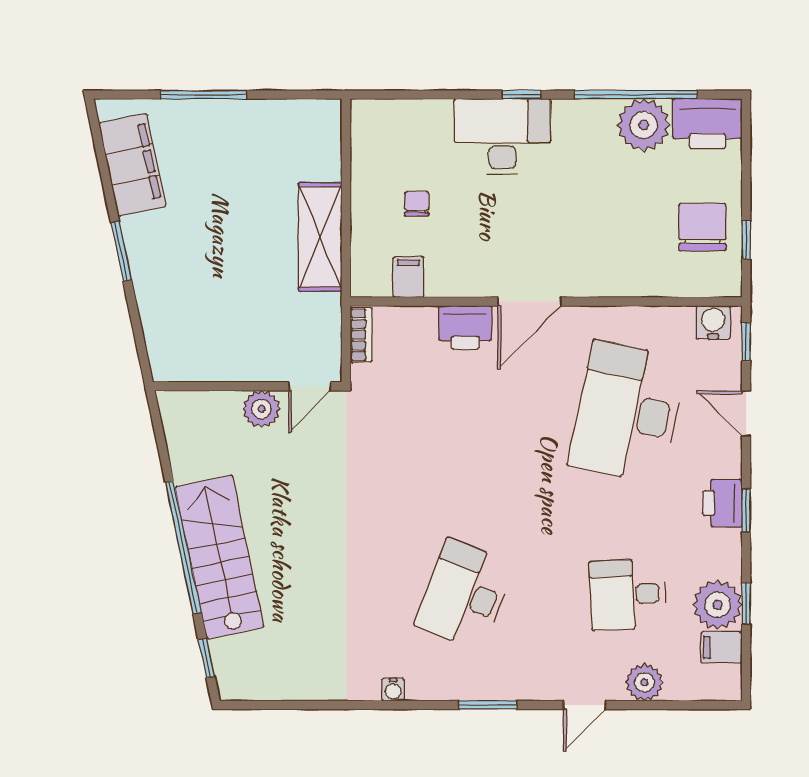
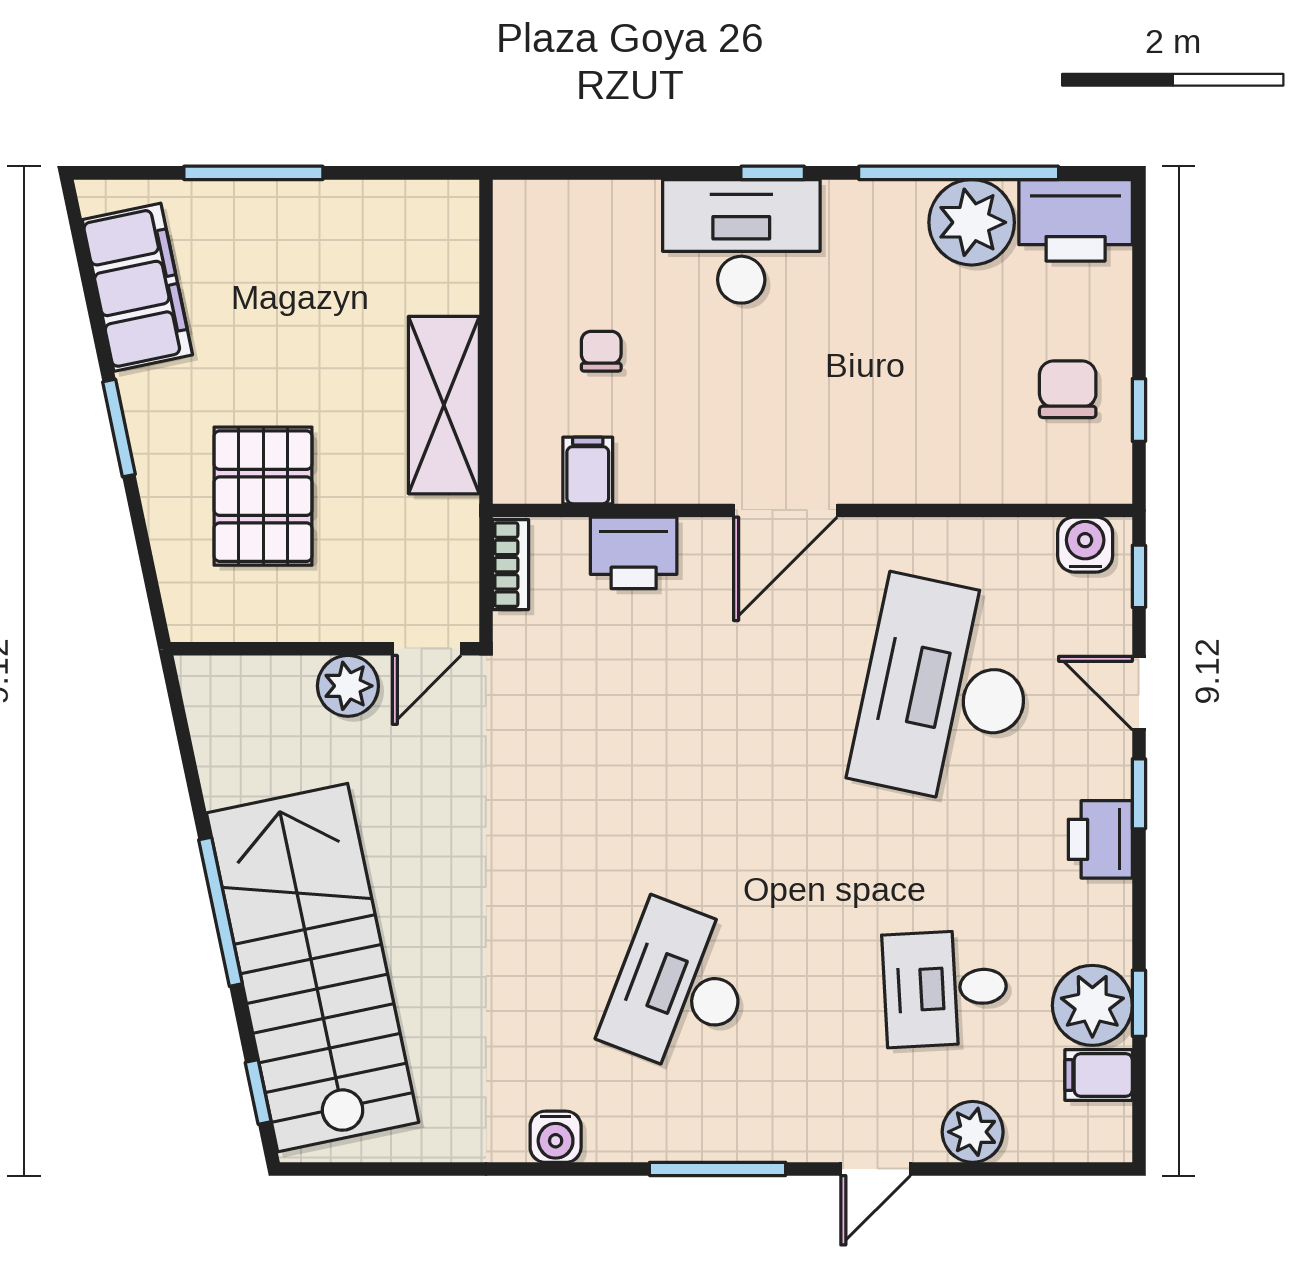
chair: (702, 227) -> (1068, 389), width x0.73, depth x0.73
pallet: (209, 293) -> (263, 496), added
printer: (465, 327) -> (634, 553), moved
window: (746, 510) -> (1139, 794), moved
window: (183, 547) -> (220, 912), width x0.68
stairs: (219, 557) -> (313, 968), width x1.36, depth x1.51
water cooler: (393, 690) -> (556, 1137), width x1.38, depth x1.38
window: (488, 705) -> (718, 1169), width x1.44

